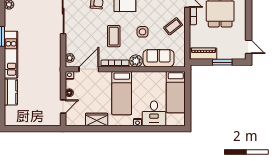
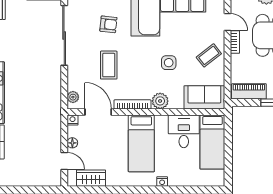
coffee table: (114, 36) -> (109, 65), moved
sofa: (158, 58) -> (204, 97), moved
door: (89, 69) -> (98, 112), hinge flipped
door: (63, 107) -> (64, 161), hinge flipped
desk: (154, 113) -> (184, 131), moved, turned 180
wardrobe: (97, 120) -> (91, 178), moved

